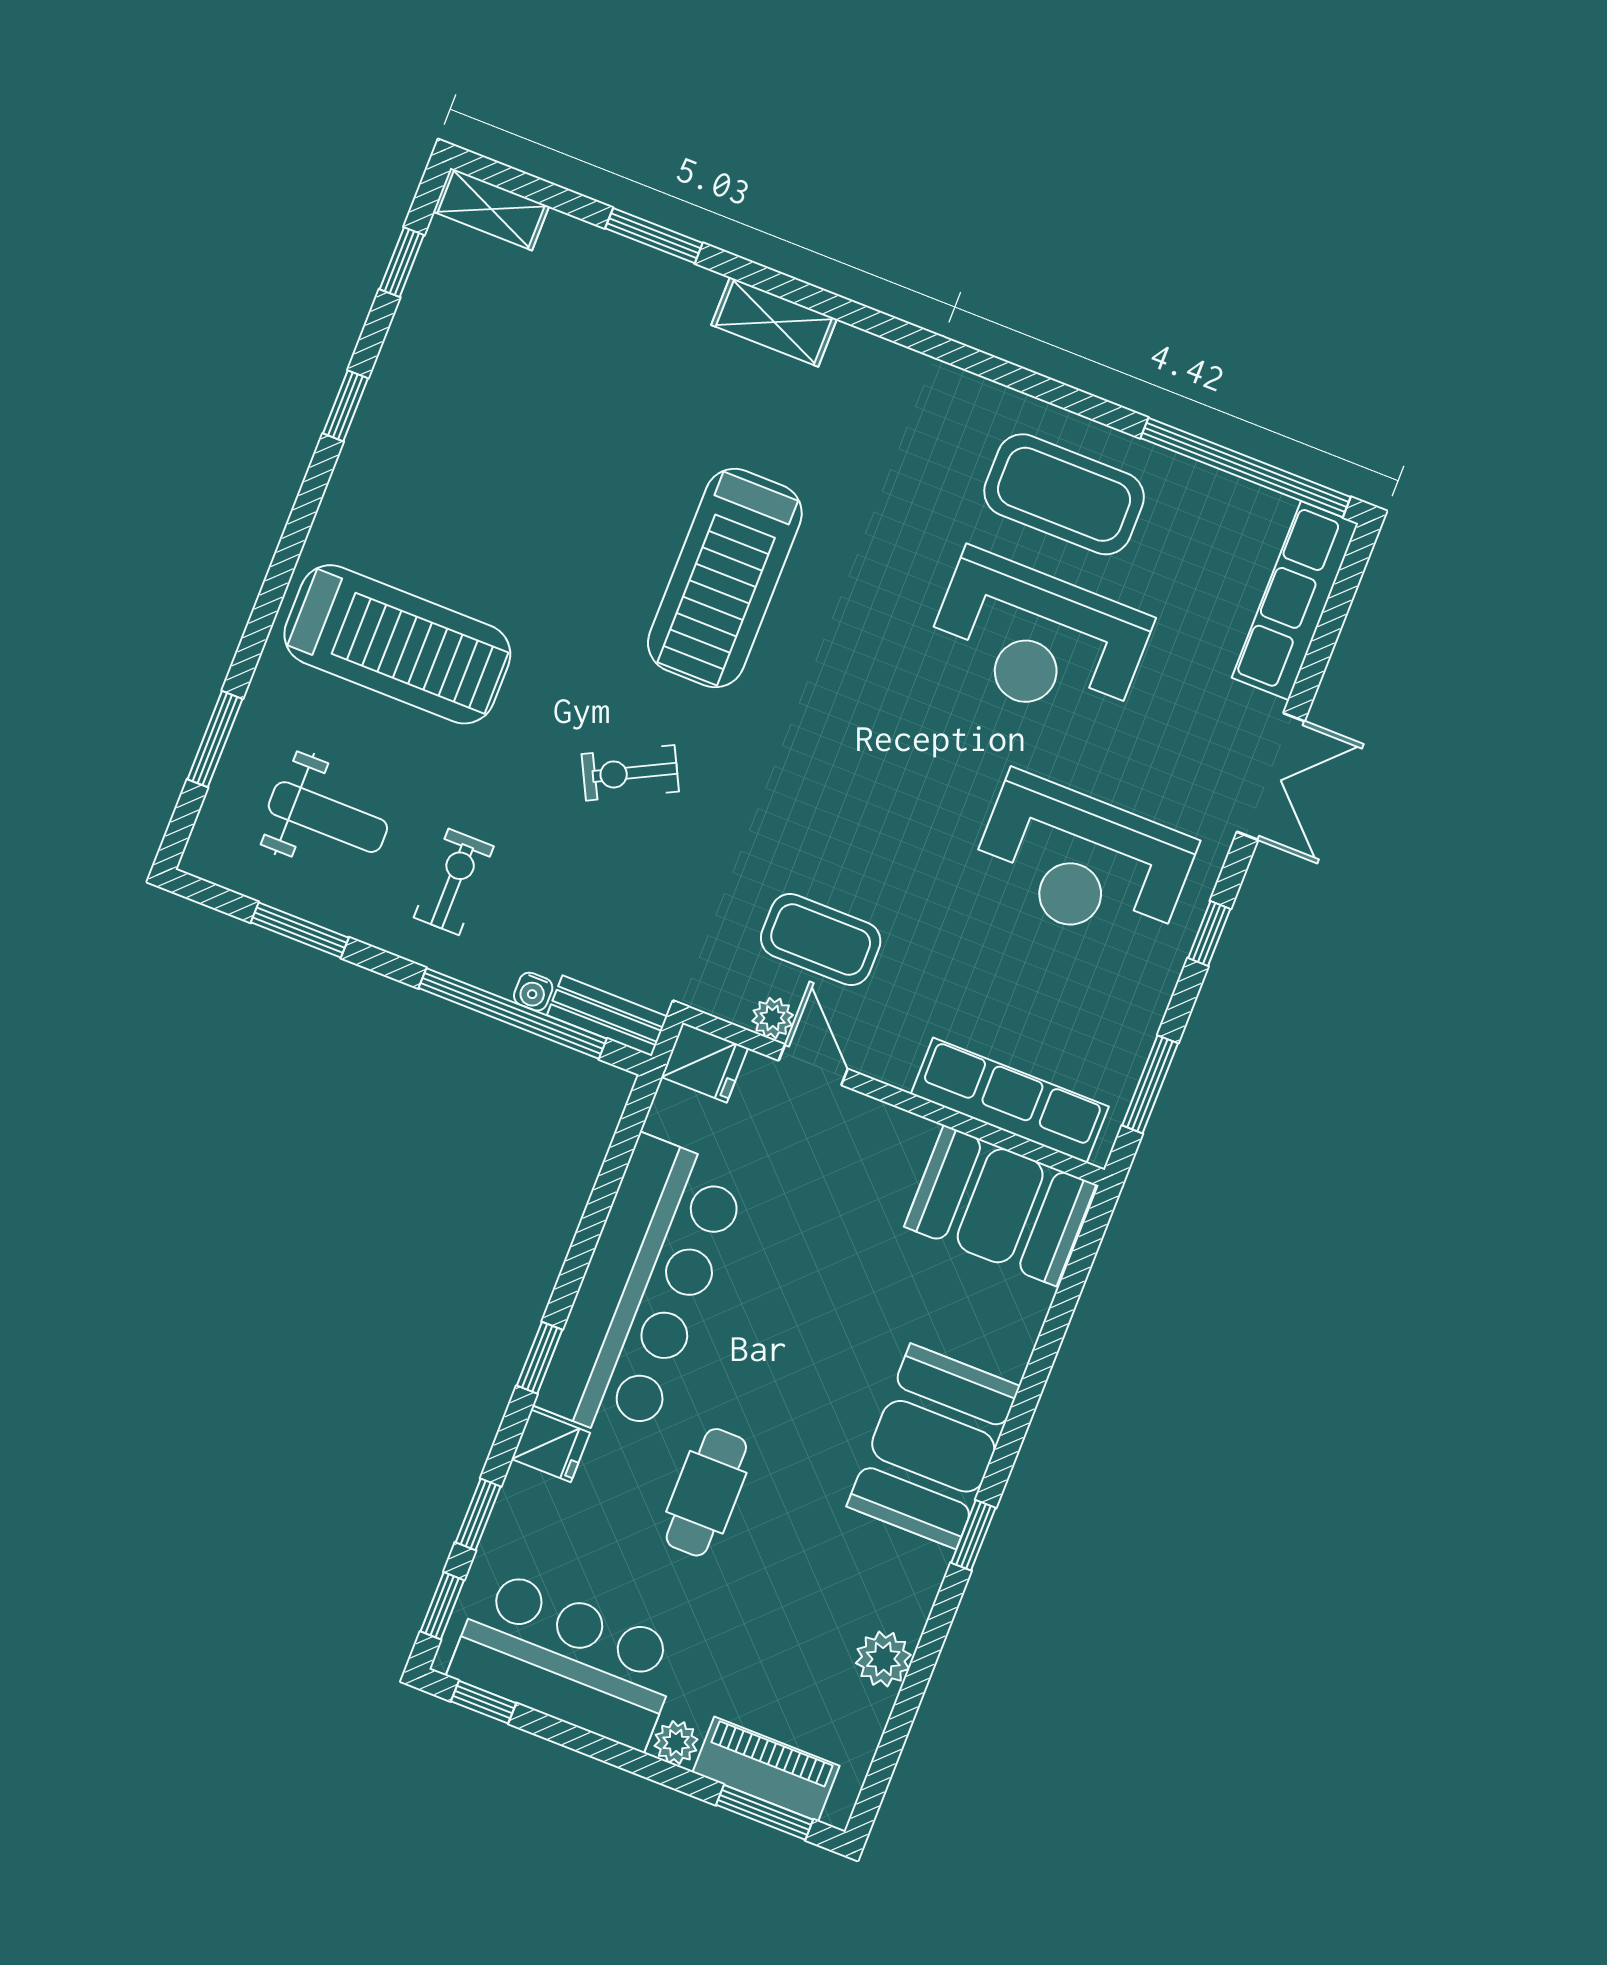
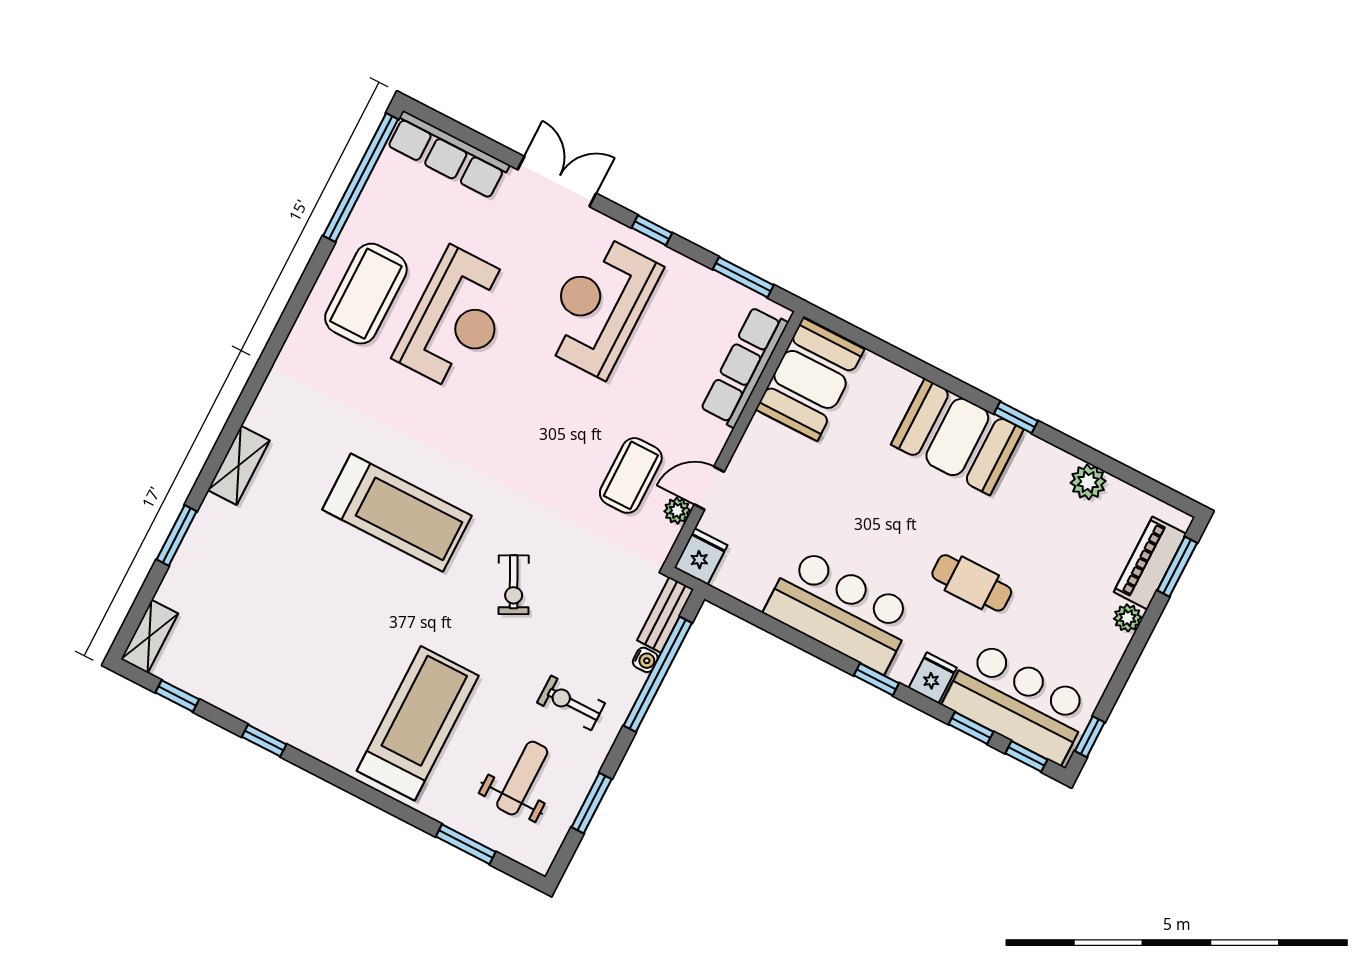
reception desk: (1082, 863) -> (599, 306), turned 180
bar counter: (642, 1290) -> (840, 610), width x0.73
bar counter: (566, 1660) -> (1018, 702), moved, turned 90

